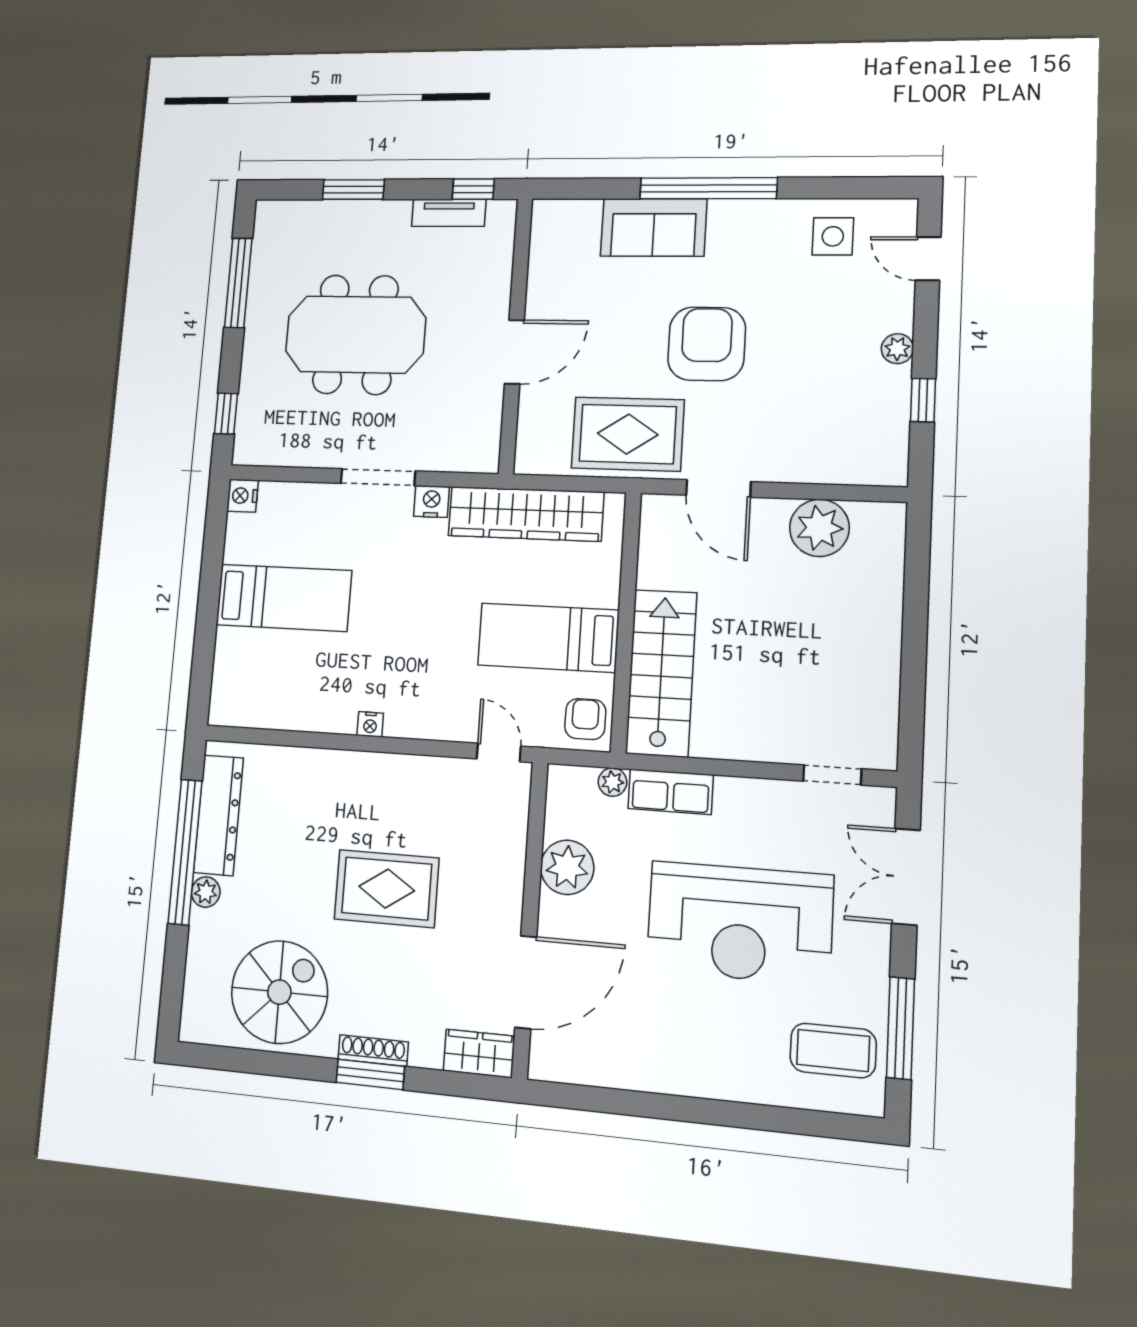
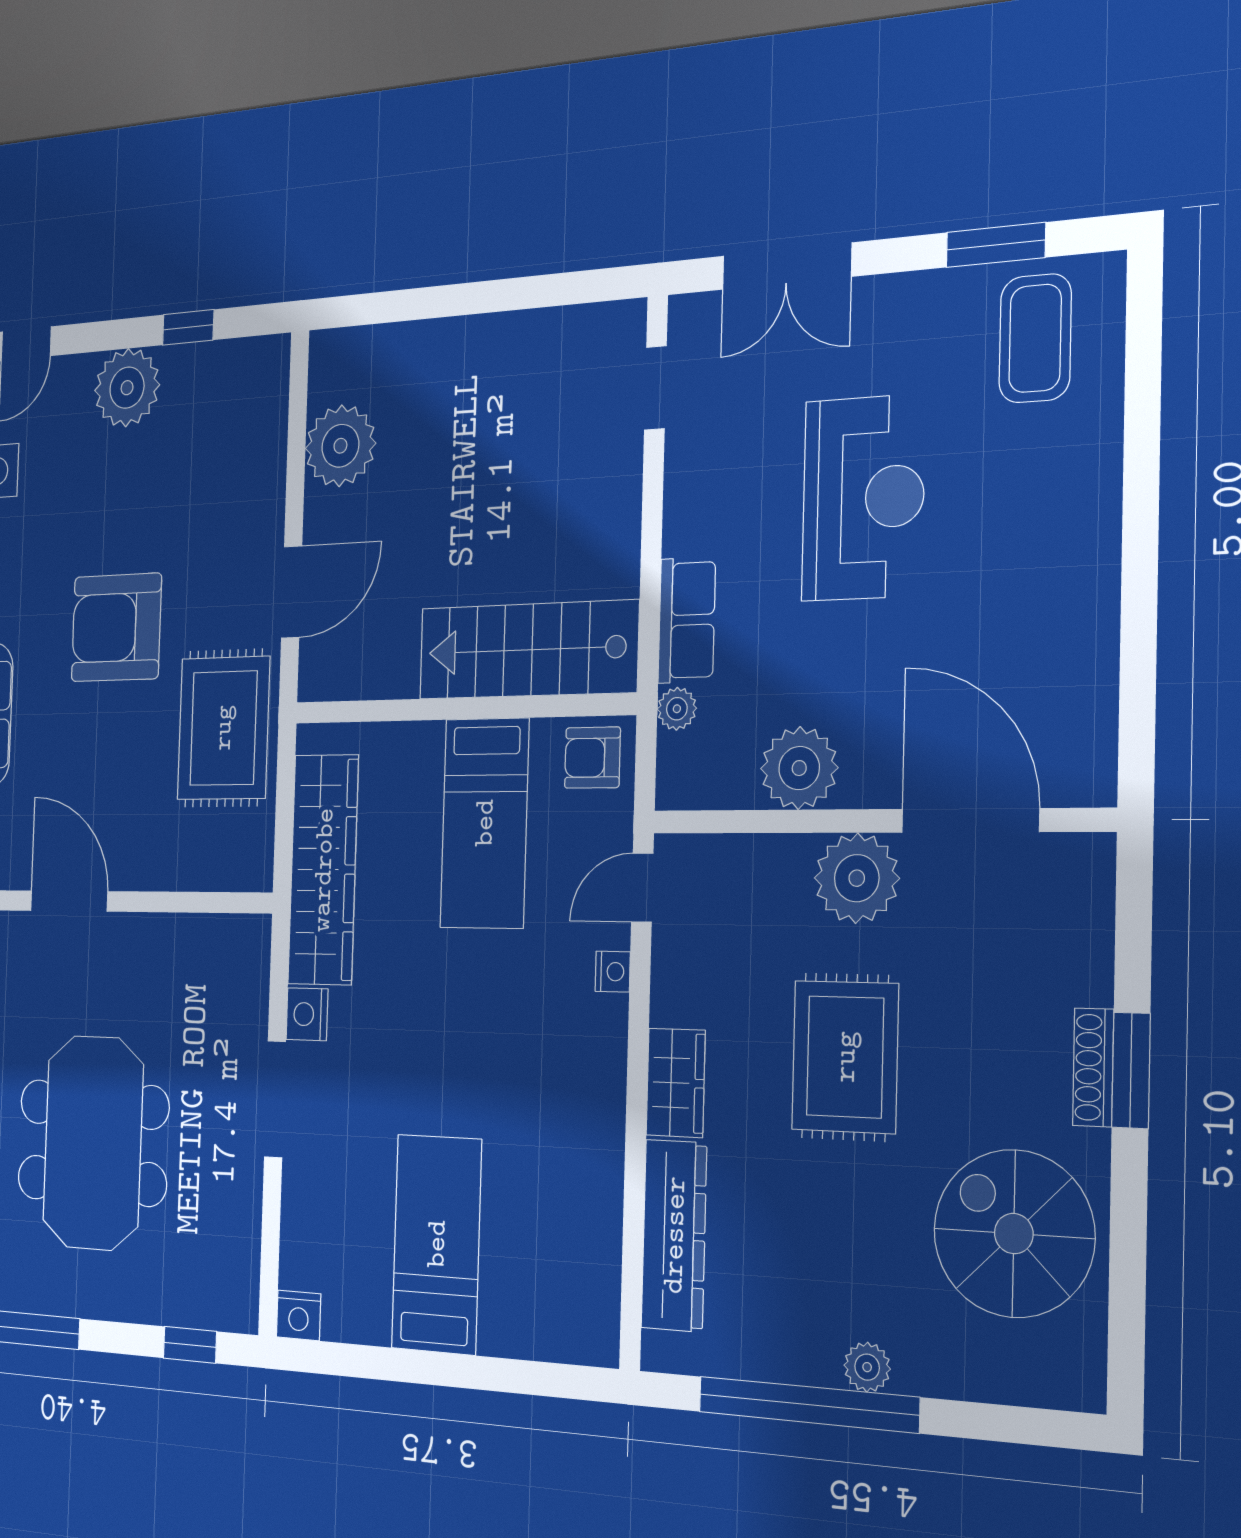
plant: (897, 349) -> (127, 388), width x1.88, depth x1.88
door: (514, 352) -> (69, 901), moved
nightstand: (370, 724) -> (613, 972), moved
dresser: (218, 815) -> (674, 1235), moved, turned 90
plant: (495, 903) -> (857, 878), added
reception desk: (740, 923) -> (863, 498), width x0.74, depth x0.77
window: (901, 1028) -> (996, 245), width x0.69
wardrobe: (479, 1053) -> (676, 1083), moved, turned 180

